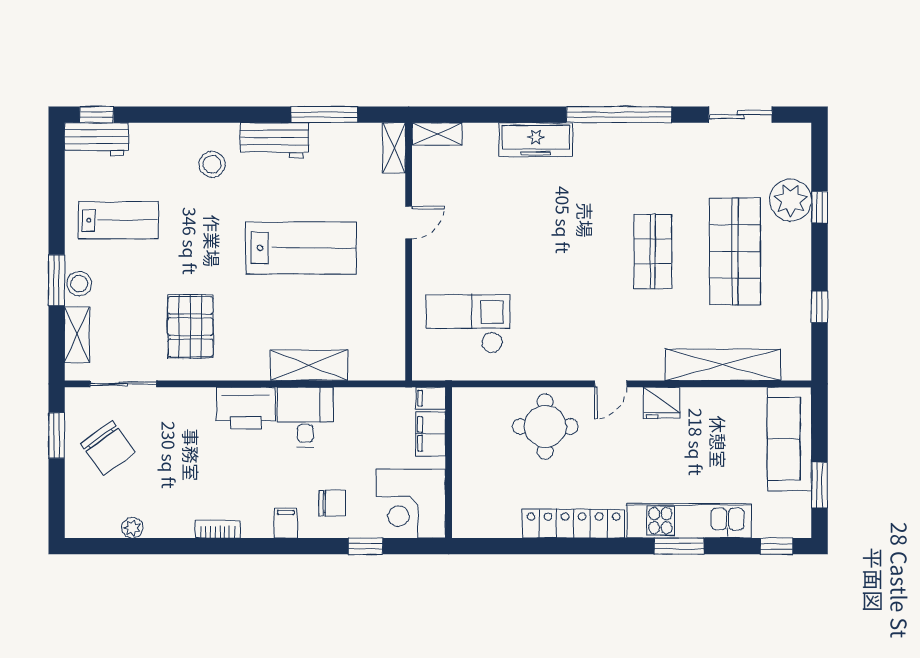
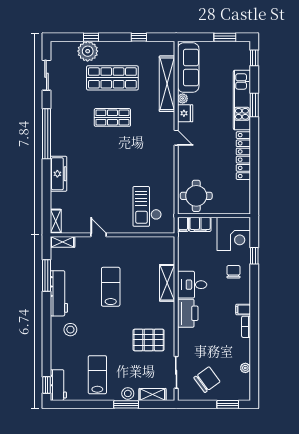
workbench: (274, 140) -> (59, 293), width x1.38
lab bench: (301, 248) -> (111, 287), width x0.73, depth x0.72
plant: (692, 397) -> (183, 99), added
round table: (545, 426) -> (196, 196), moved
window: (57, 435) -> (228, 404), moved
sofa: (789, 439) -> (188, 68), moved, turned -90
filing cabinet: (286, 523) -> (243, 310), moved

